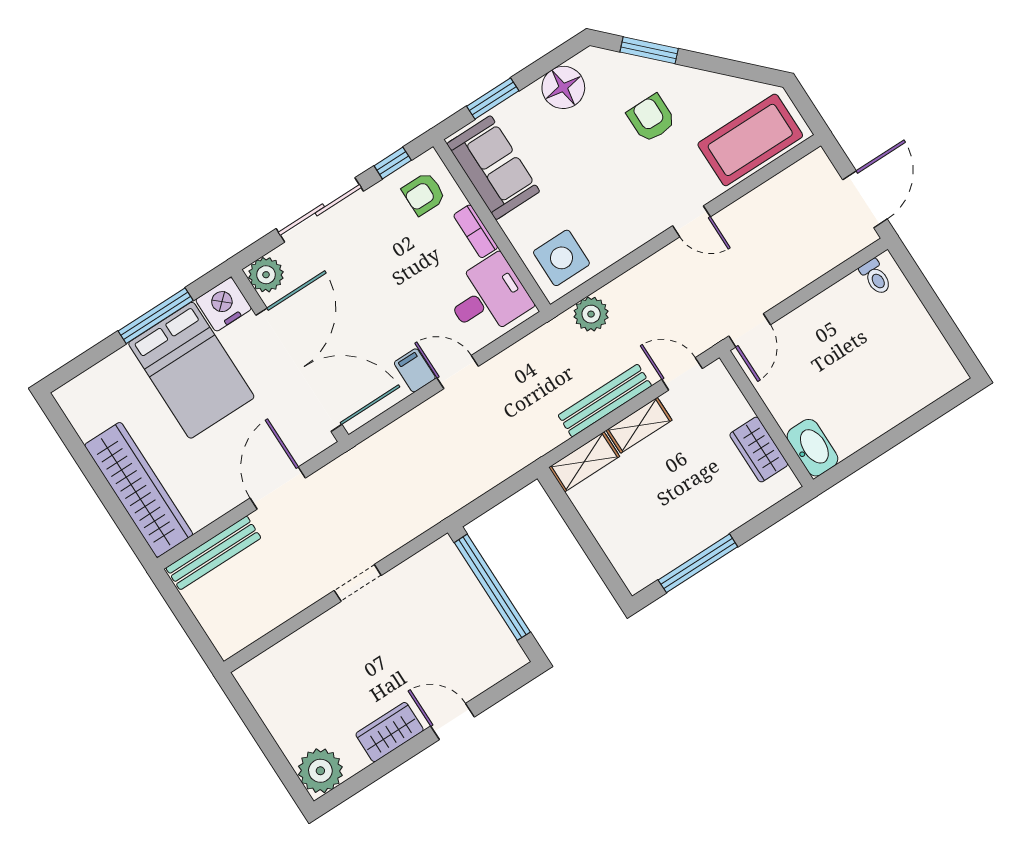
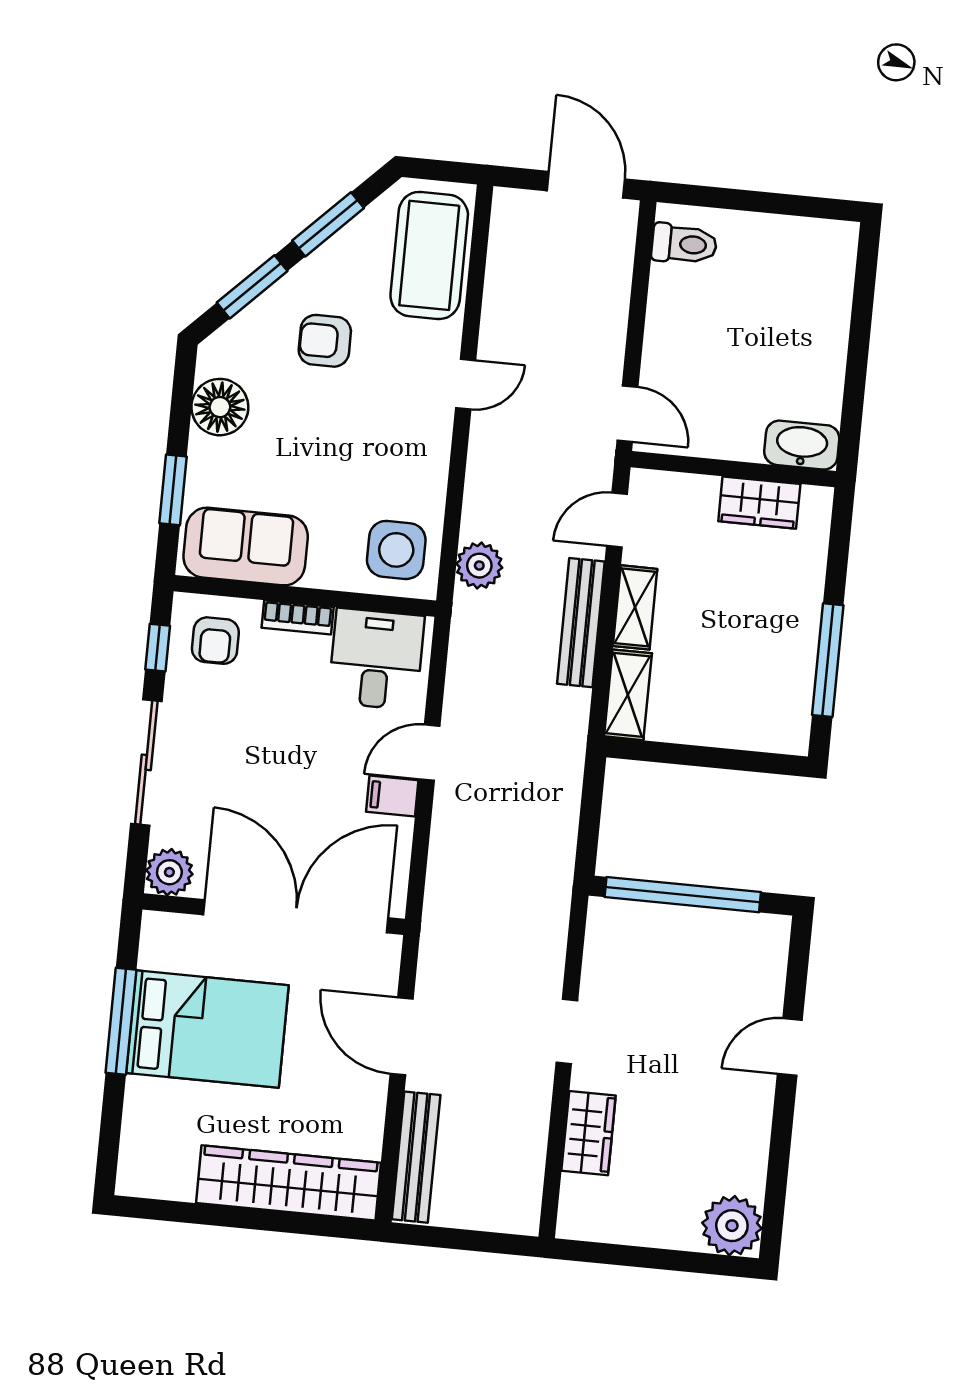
window: (721, 66) -> (328, 224), added
toilet: (876, 277) -> (684, 244), width x1.37, depth x1.39
nightstand: (224, 304) -> (165, 941), removed
wardrobe: (390, 732) -> (589, 1133), moved, turned 180

